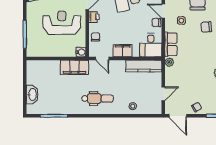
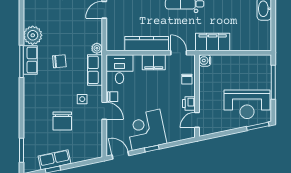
reception desk: (62, 23) -> (247, 104), moved
chair: (206, 27) -> (59, 61), moved
kitchen counter: (144, 66) -> (147, 44), moved

